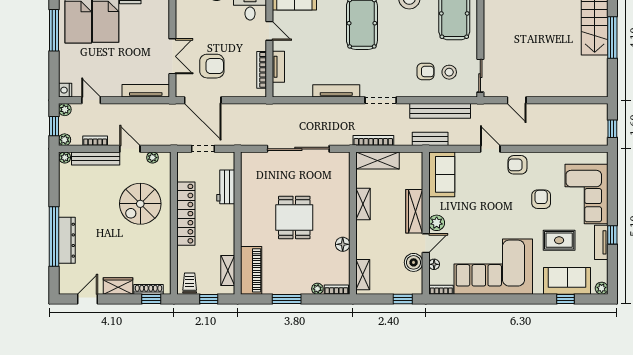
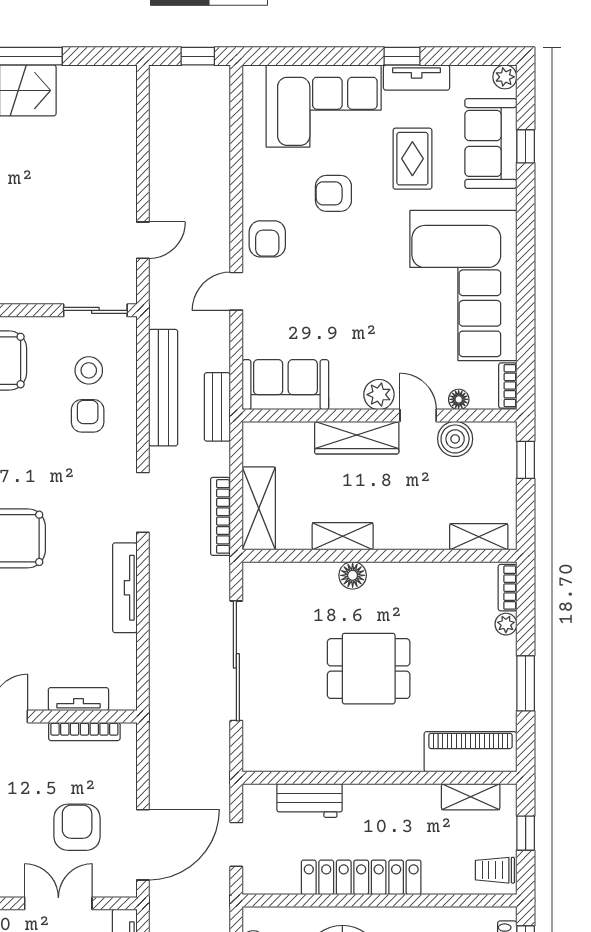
floor lamp: (343, 244) -> (353, 575), moved

